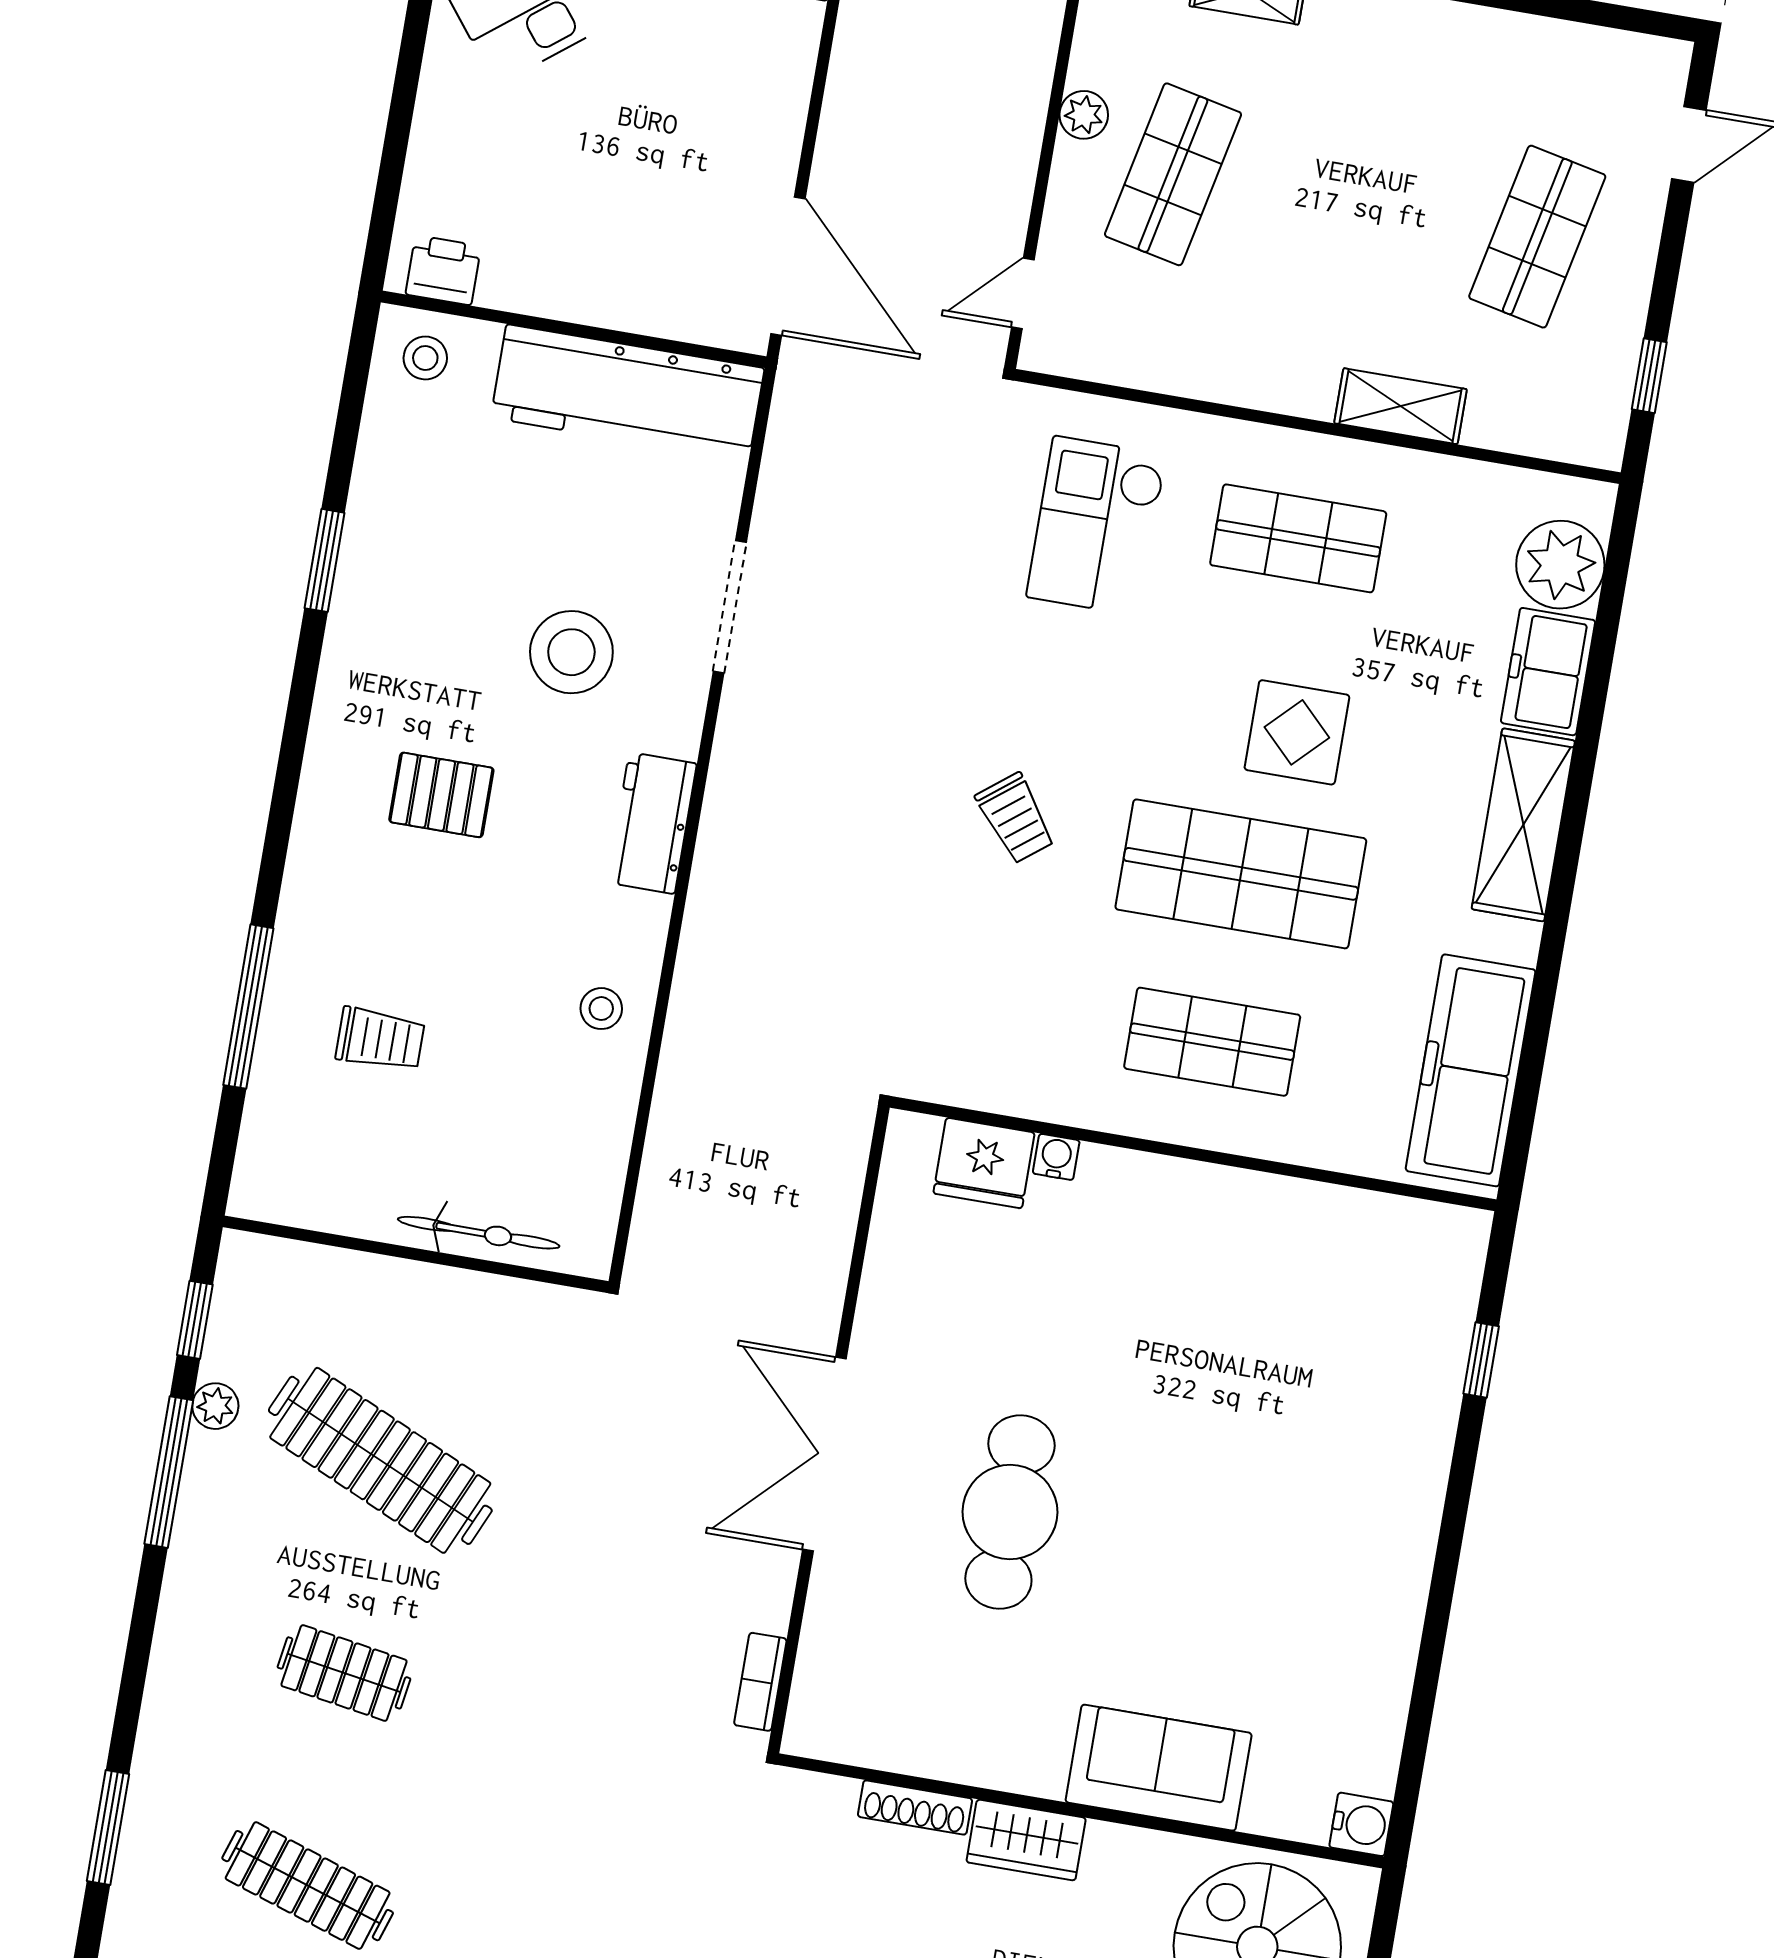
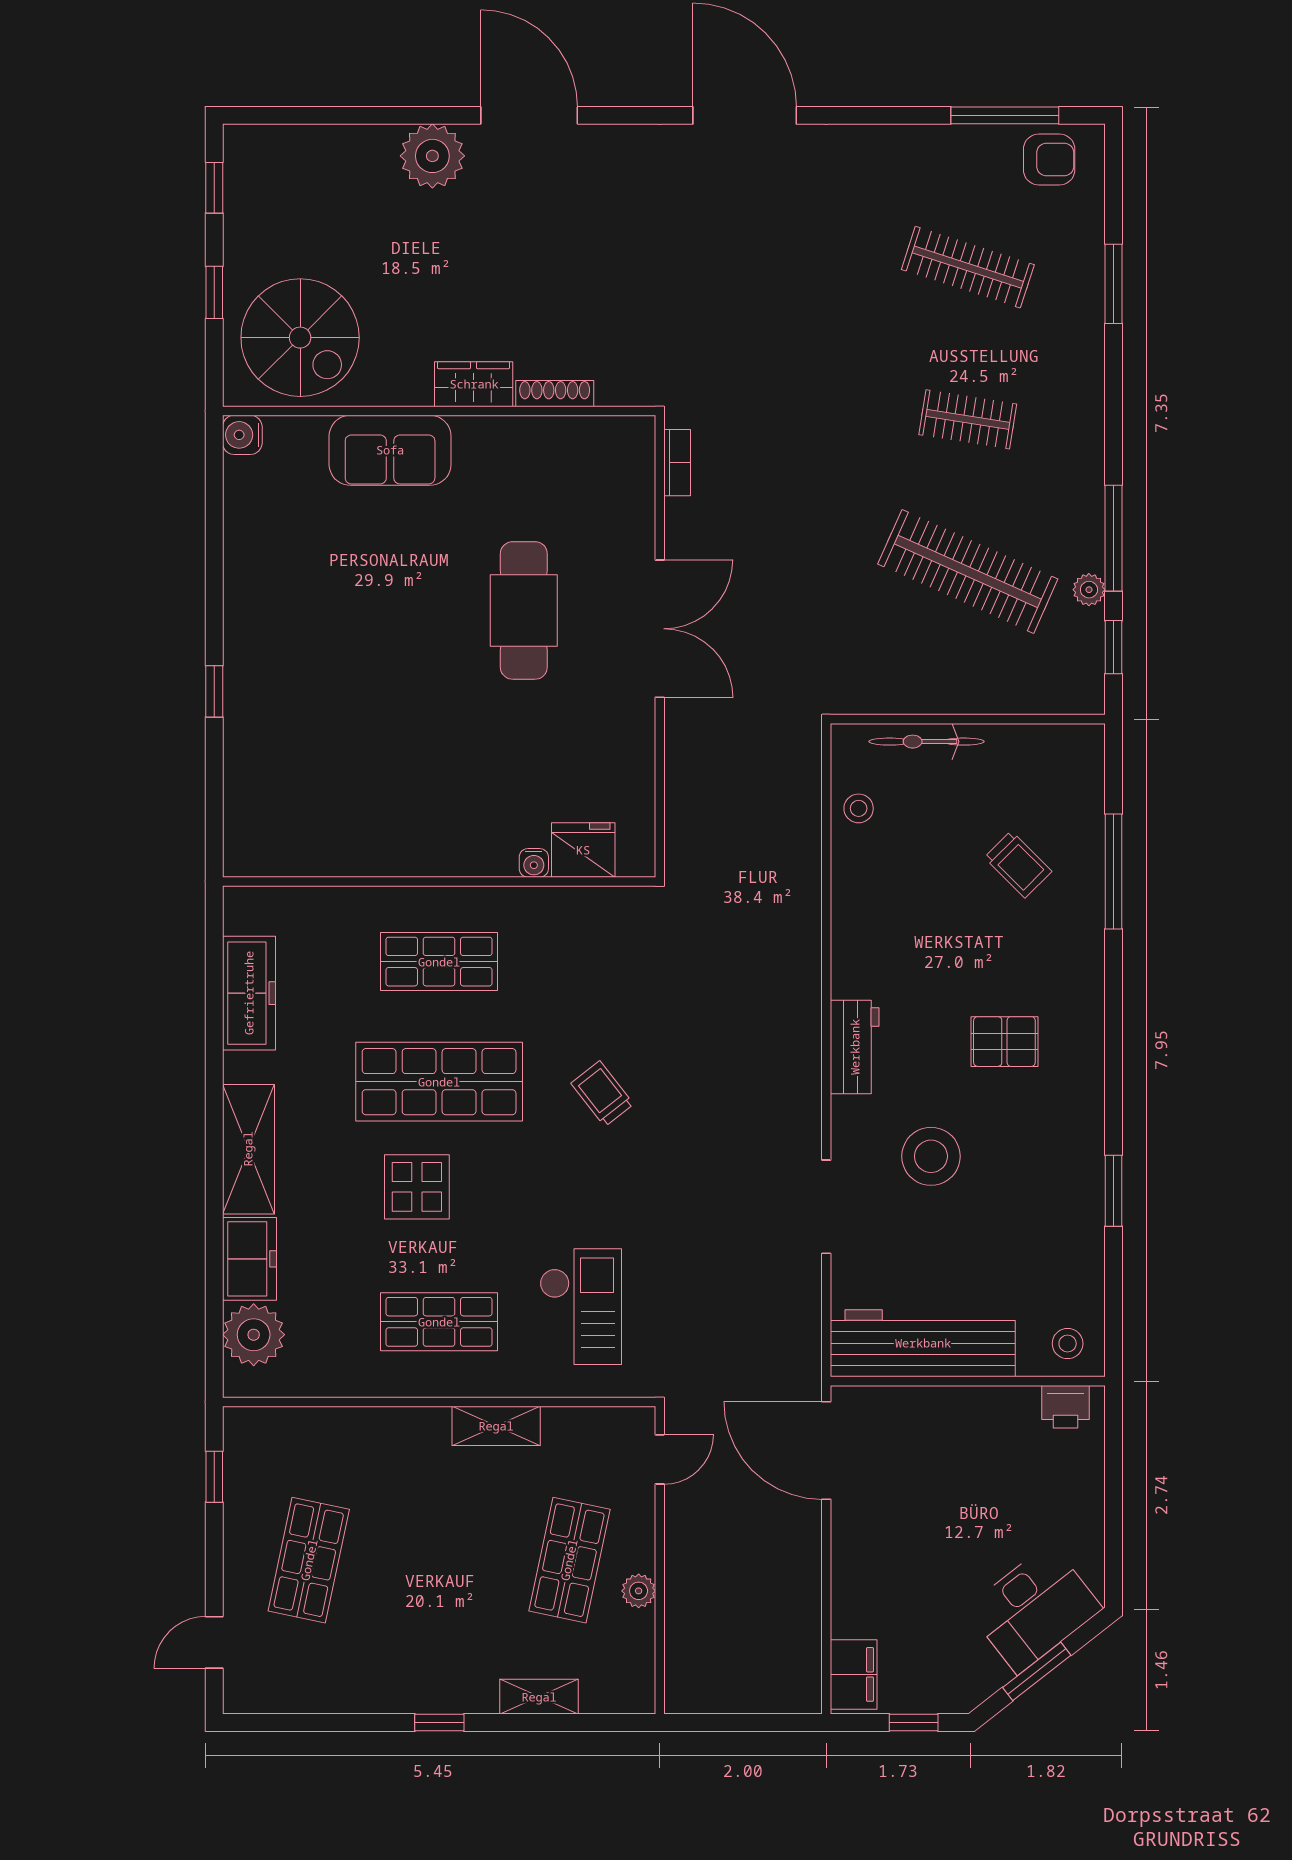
shelving: (1401, 406) -> (496, 1426), moved
stool: (601, 1009) -> (859, 808), moved
trolley: (380, 1039) -> (1018, 864), turned -135
freezer: (1471, 1070) -> (249, 993), width x0.73, depth x0.79
window: (1481, 1360) -> (214, 691), moved

